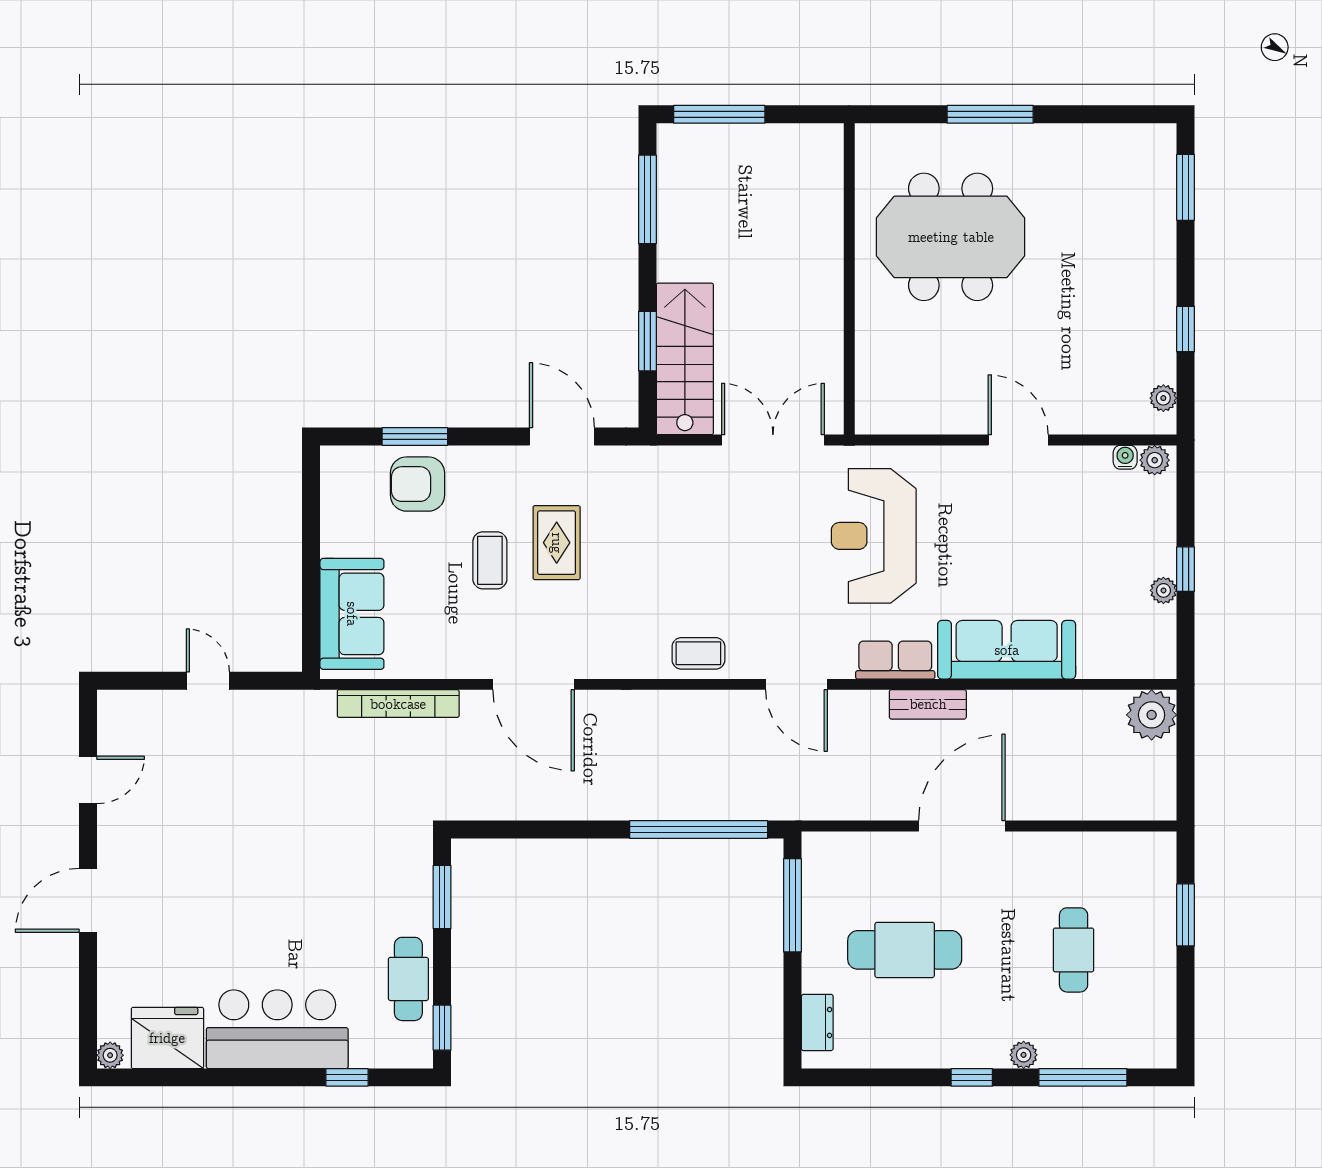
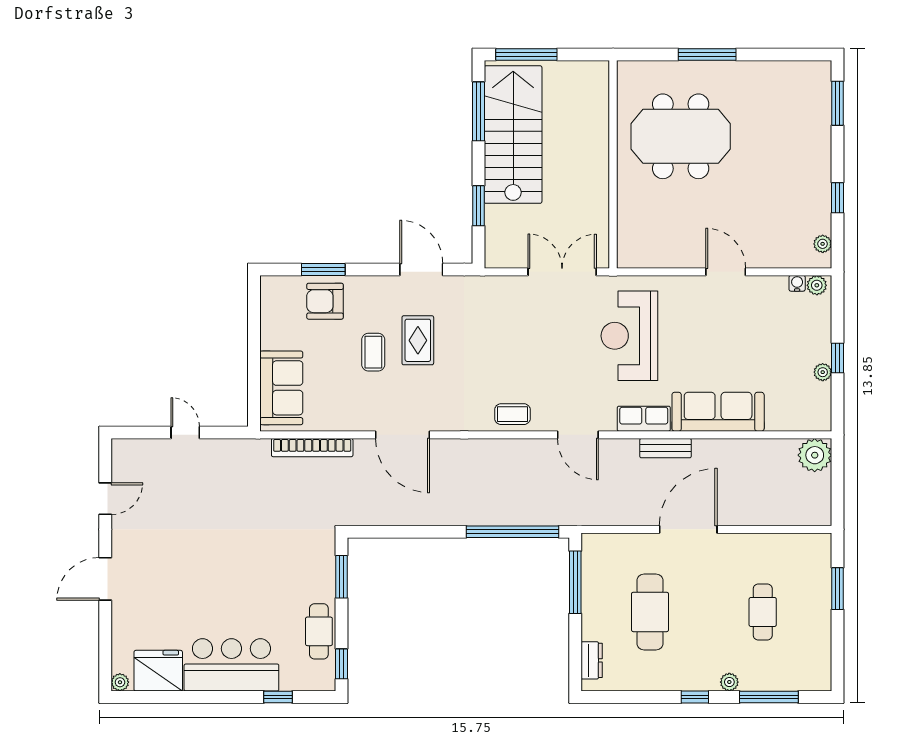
stairs: (685, 359) -> (513, 135), moved, width x1.36, depth x1.51
cafe table: (905, 950) -> (650, 612), turned 90

